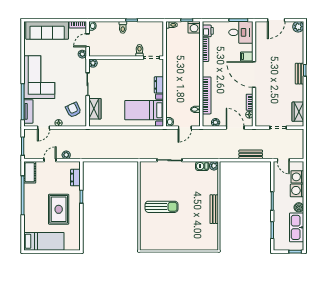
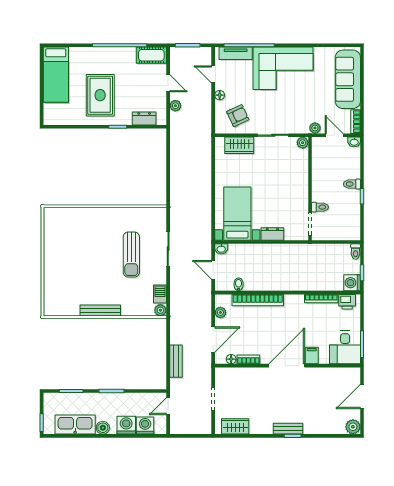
door: (276, 20) -> (362, 396), hinge flipped
sun lounger: (162, 207) -> (131, 255), moved
rug: (59, 209) -> (100, 95), turned 90

